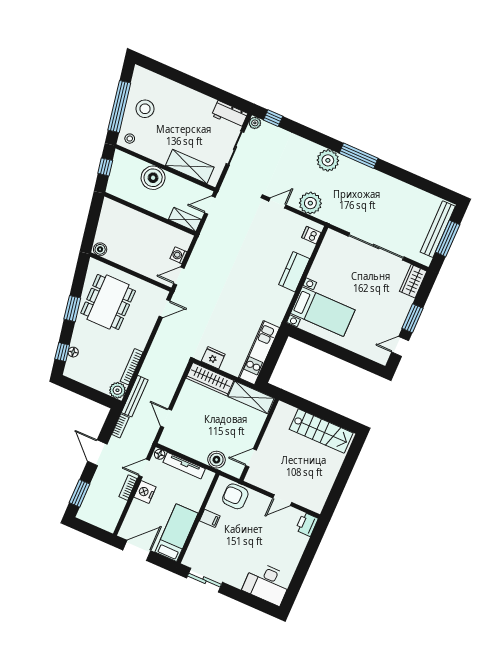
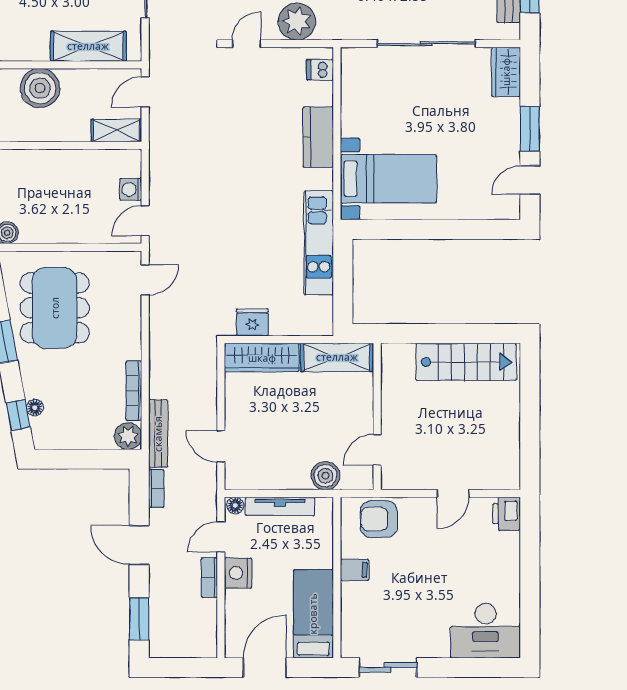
kitchen unit: (259, 353) -> (319, 243), moved

